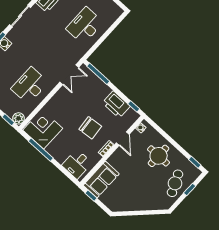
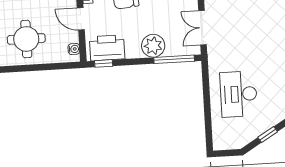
desk: (85, 26) -> (239, 94), turned 180
plant: (102, 90) -> (153, 46), added
printer: (116, 105) -> (107, 48), moved

